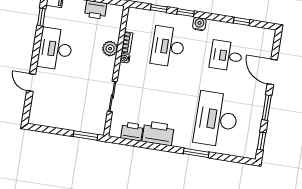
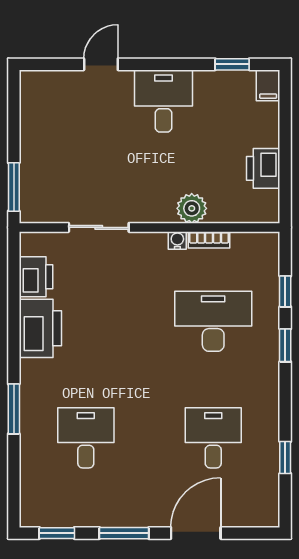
water cooler: (199, 24) -> (267, 376), removed
desk: (55, 49) -> (163, 101), width x0.73
desk: (216, 119) -> (86, 438), width x0.53, depth x0.77

